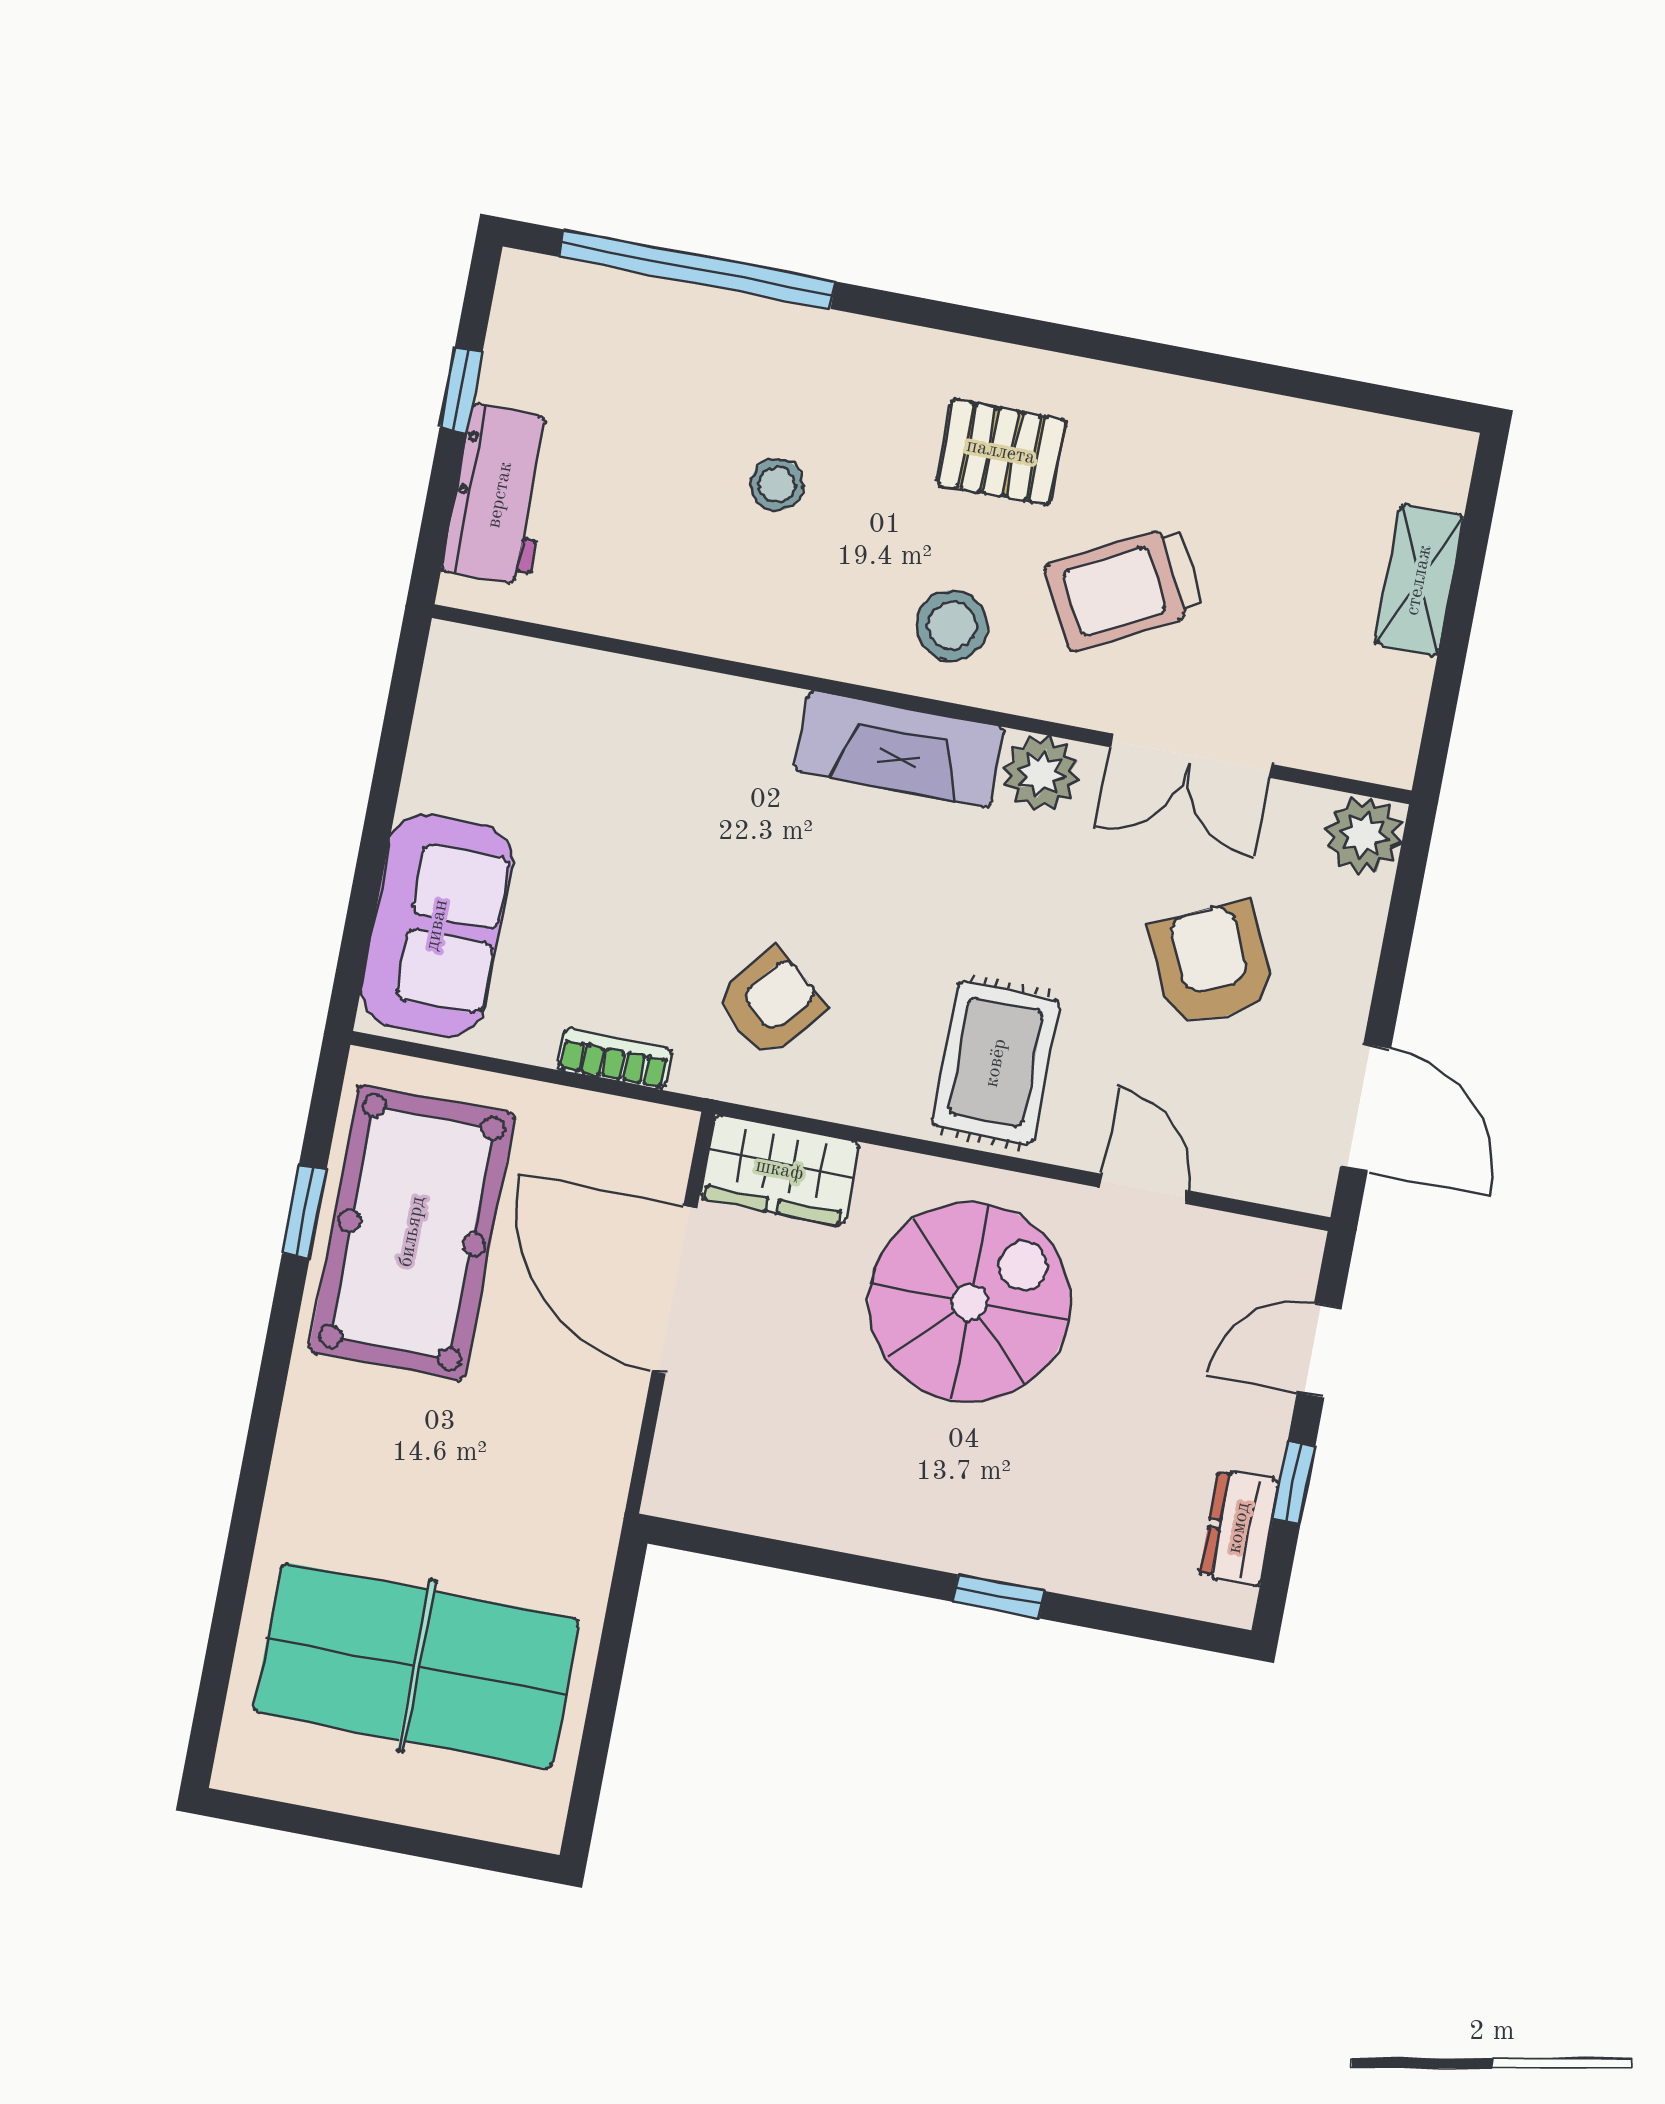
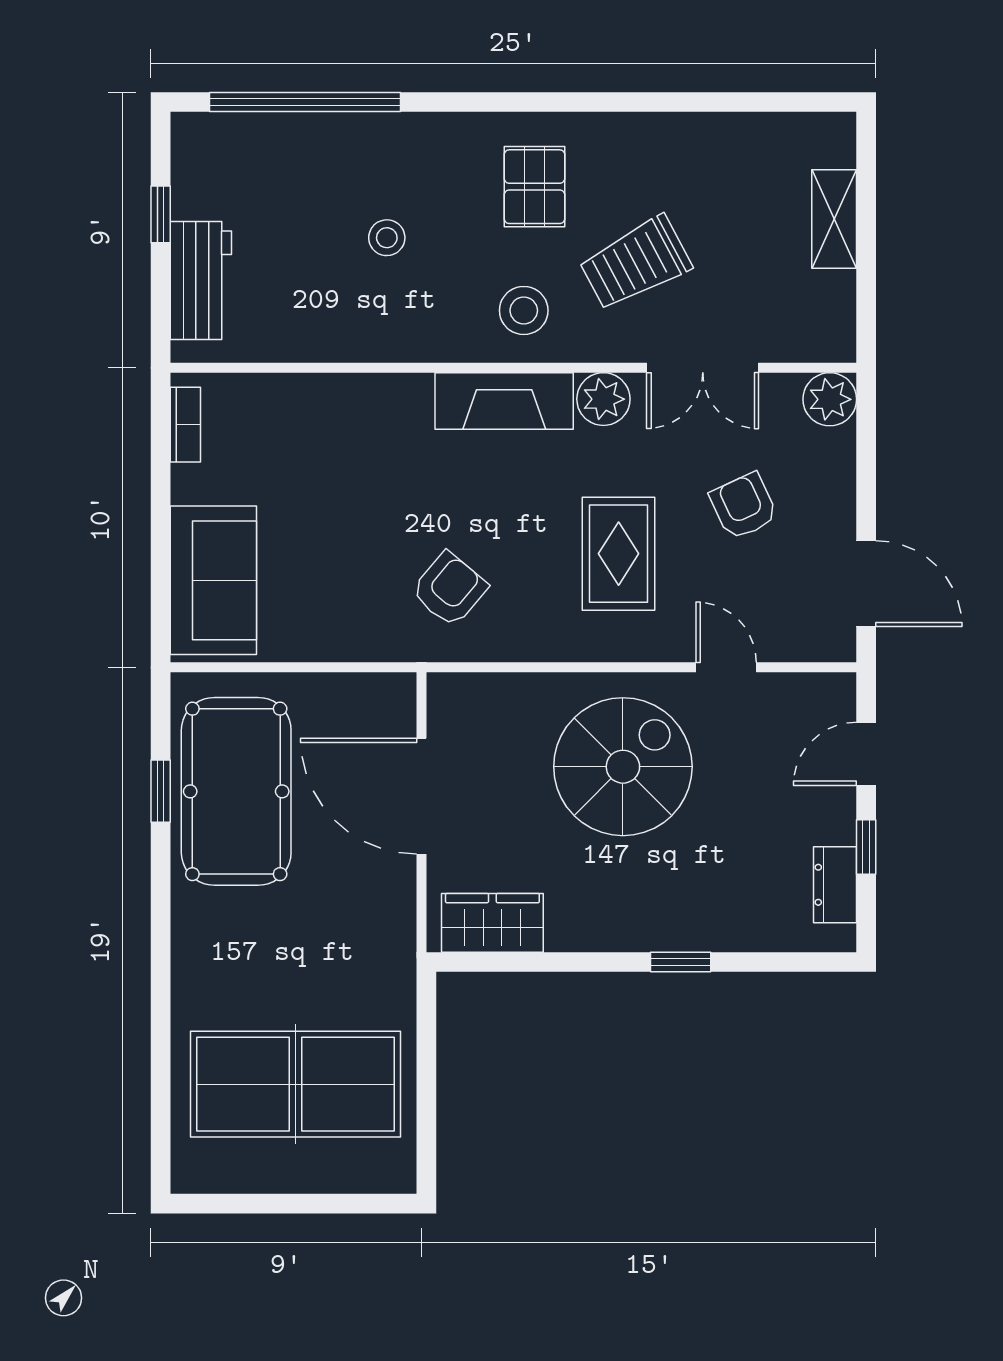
pallet: (1001, 452) -> (534, 187), turned 90
armchair: (1212, 964) -> (744, 506), width x0.72, depth x0.72
bookcase: (615, 1059) -> (185, 425), moved, turned 90
rug: (996, 1063) -> (619, 554), moved
wardrobe: (780, 1170) -> (492, 923), moved, turned 180

